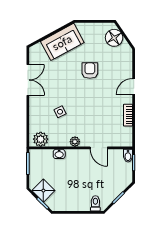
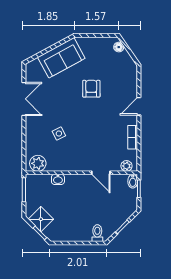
floor lamp: (114, 38) -> (119, 47), width x0.53, depth x0.53
plant: (75, 142) -> (126, 166), moved

